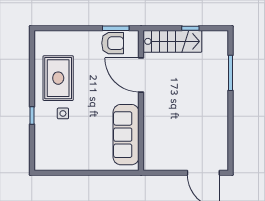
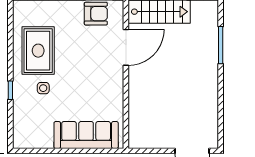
door: (141, 75) -> (126, 47), swing flipped
sofa: (126, 135) -> (86, 135), moved, turned 90

